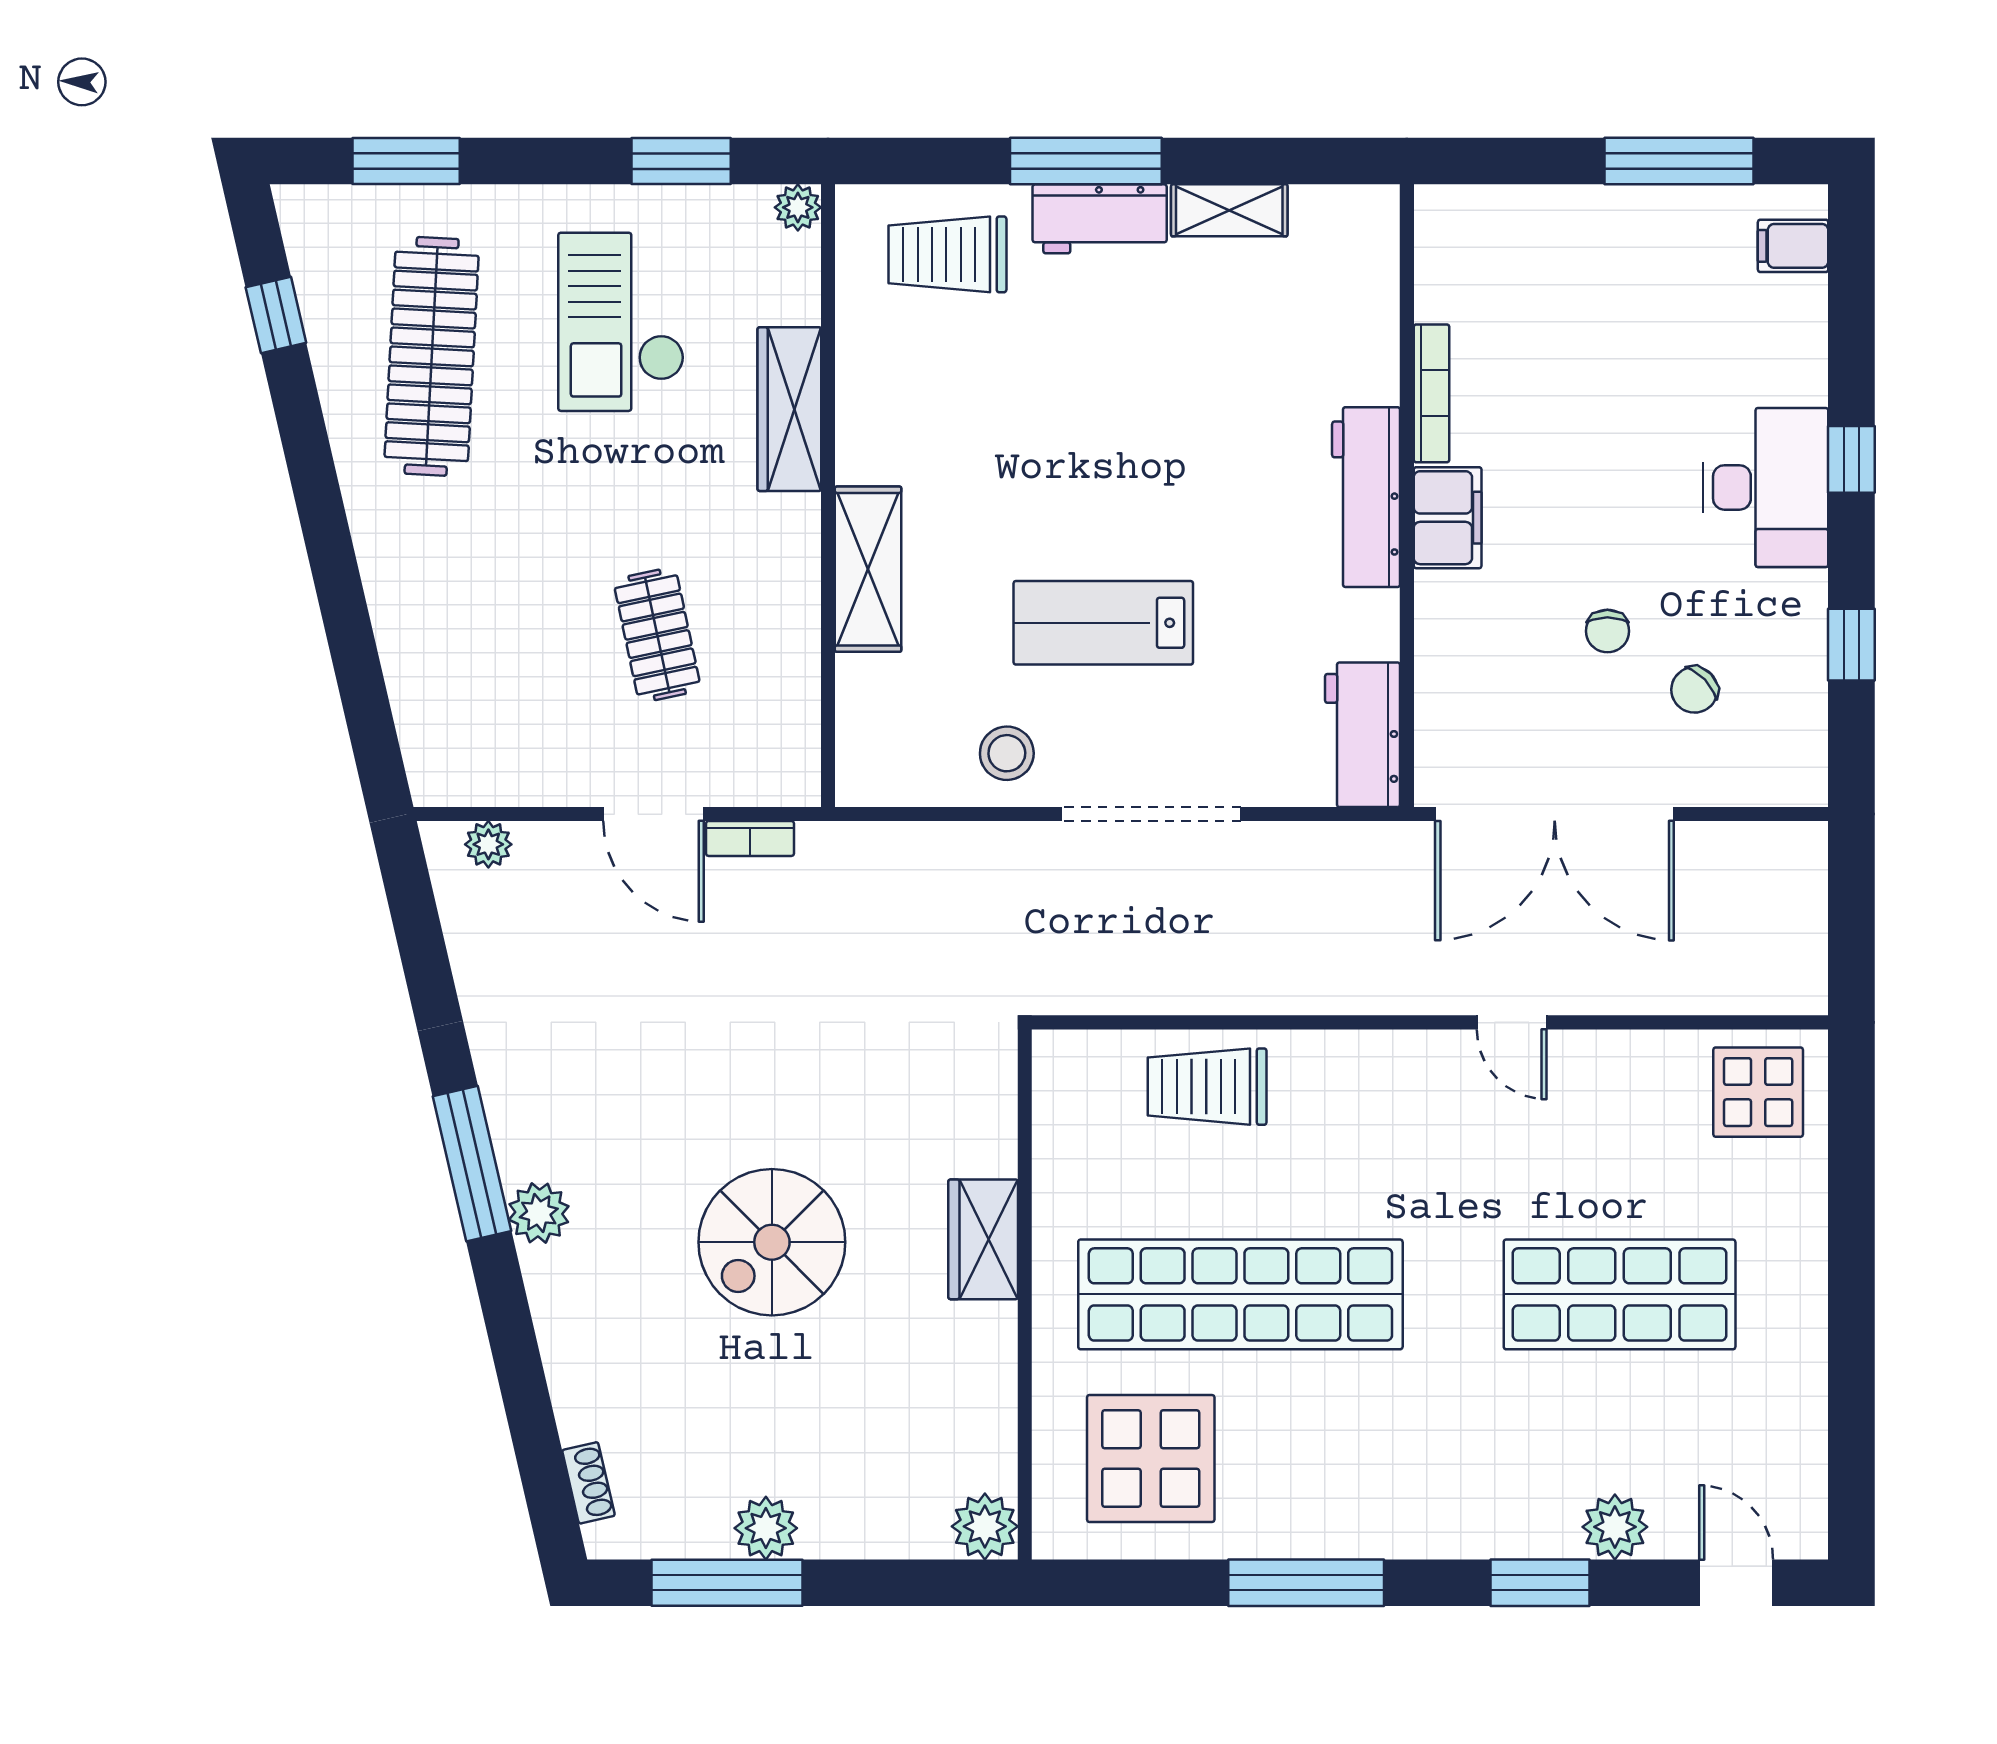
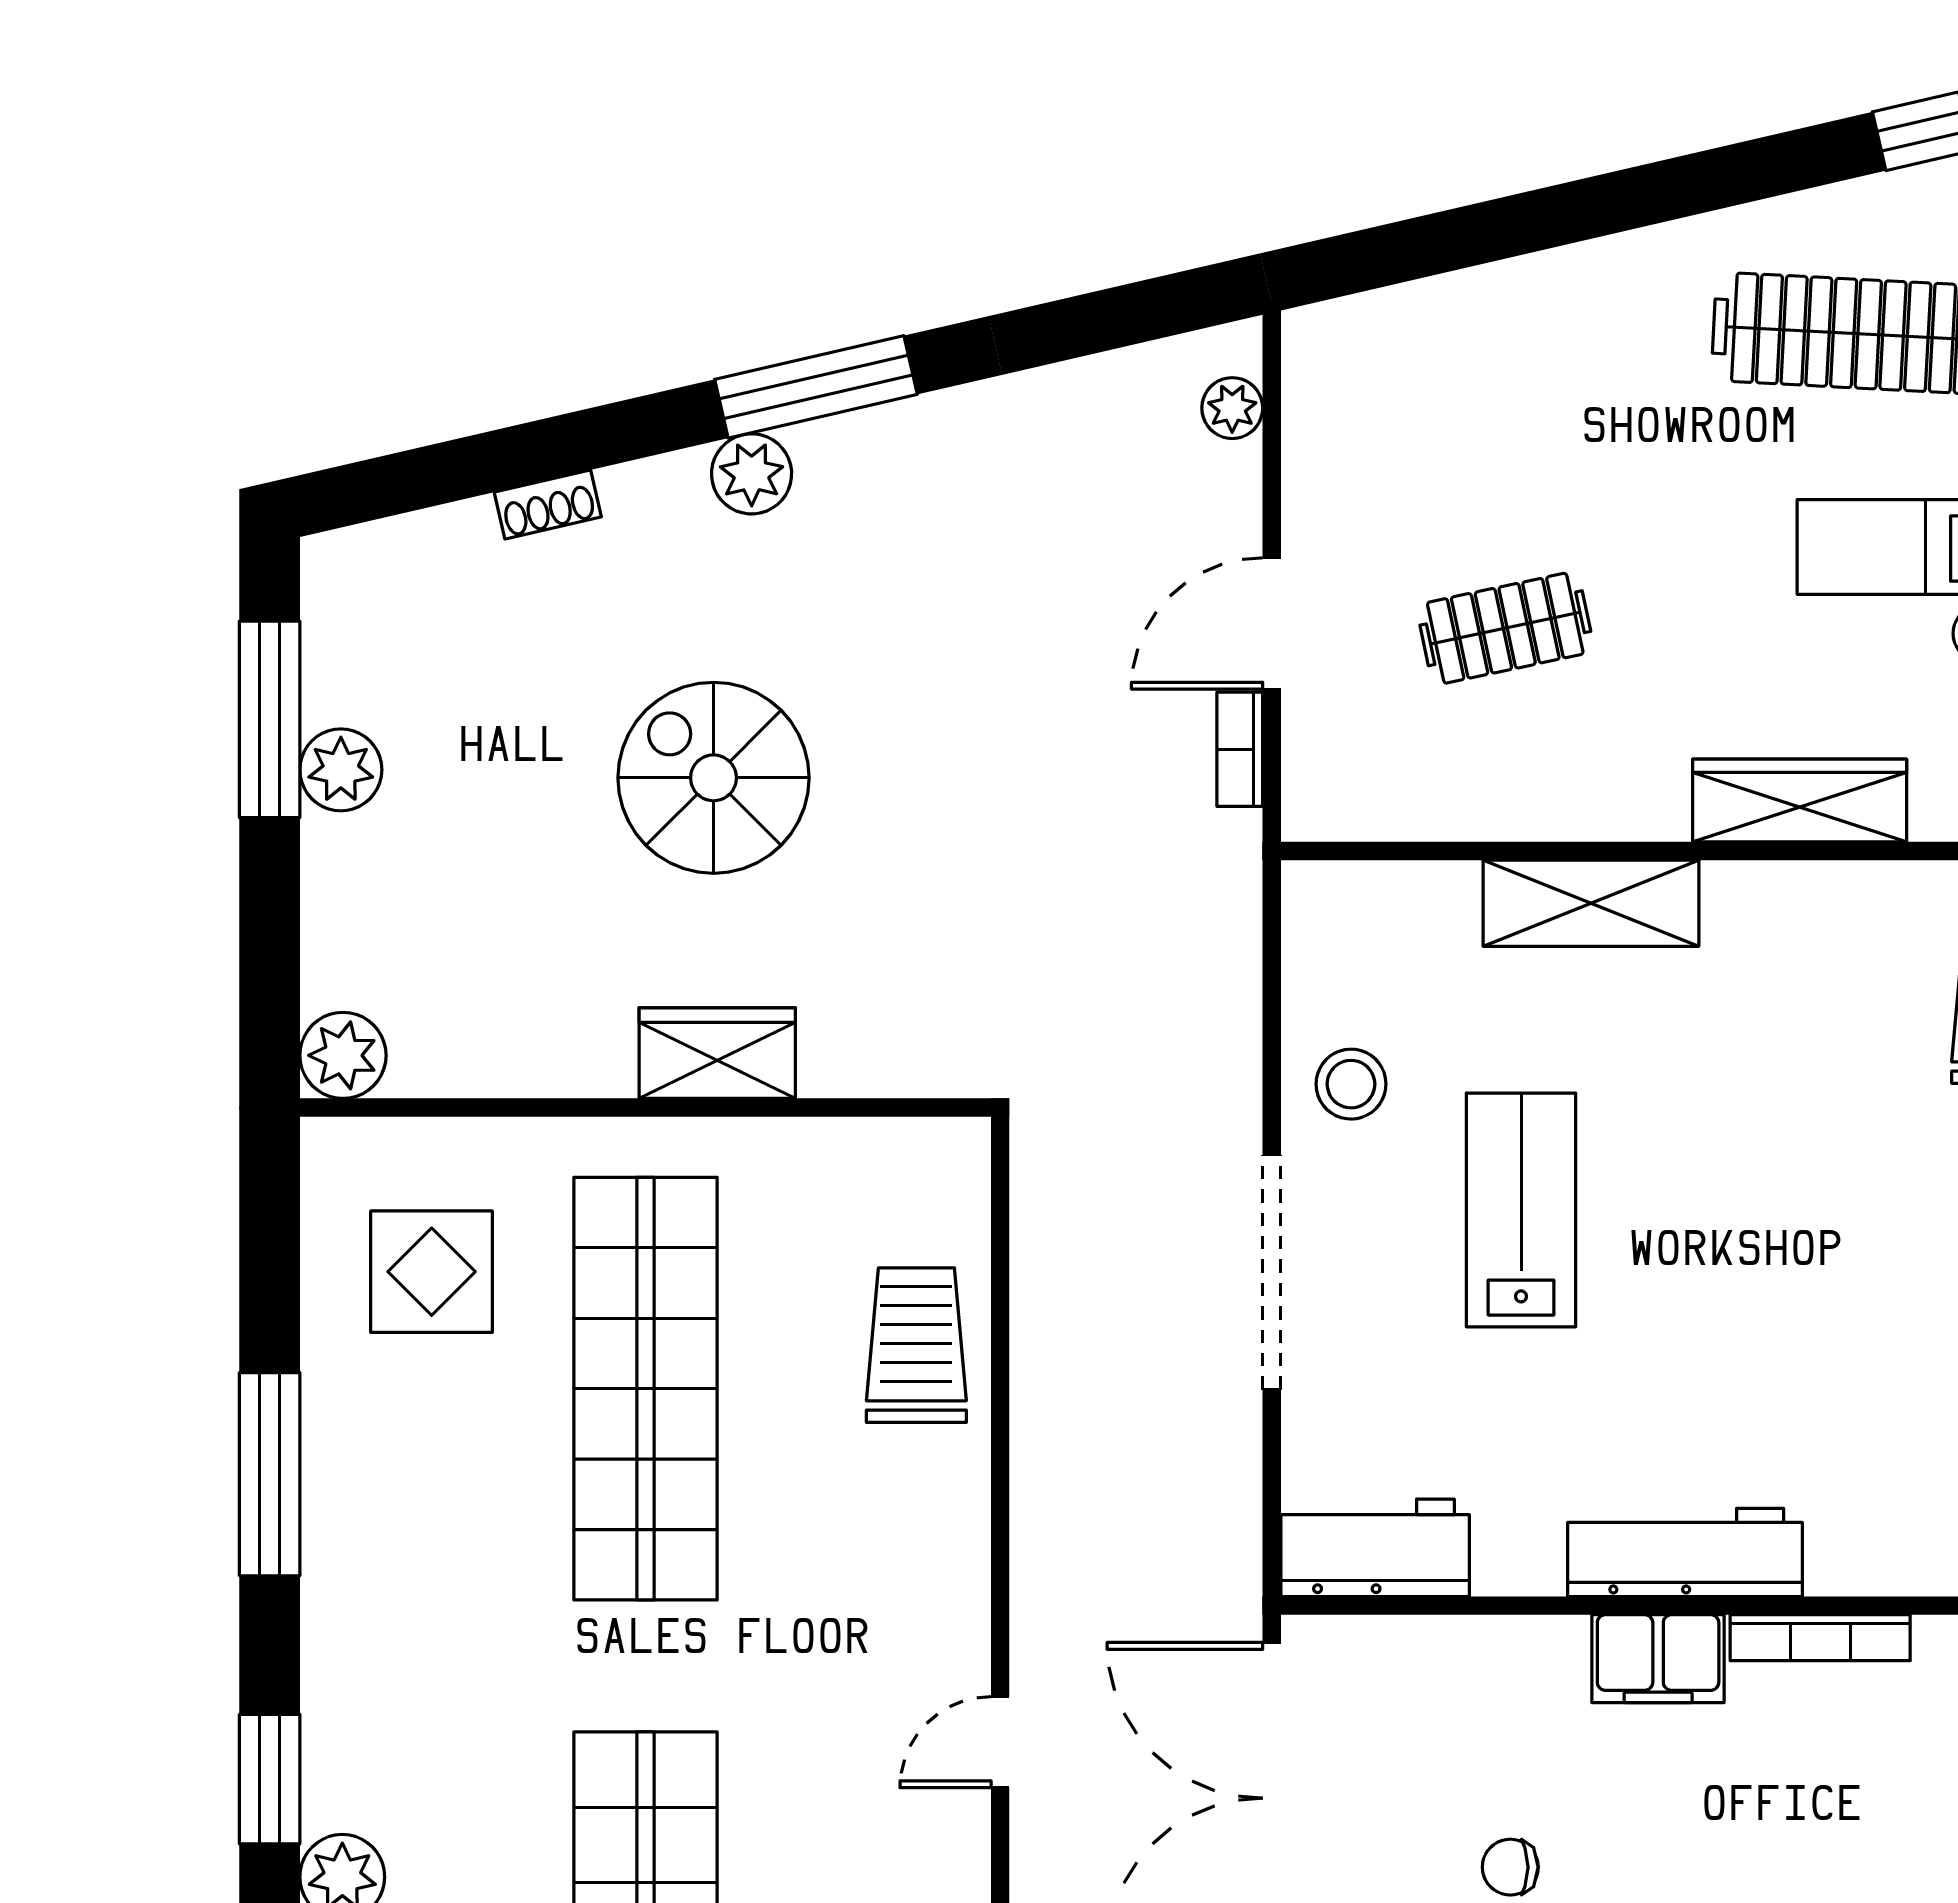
display table: (1151, 1459) -> (432, 1272), width x0.73, depth x0.73
shoe rack: (588, 1483) -> (548, 505), moved

